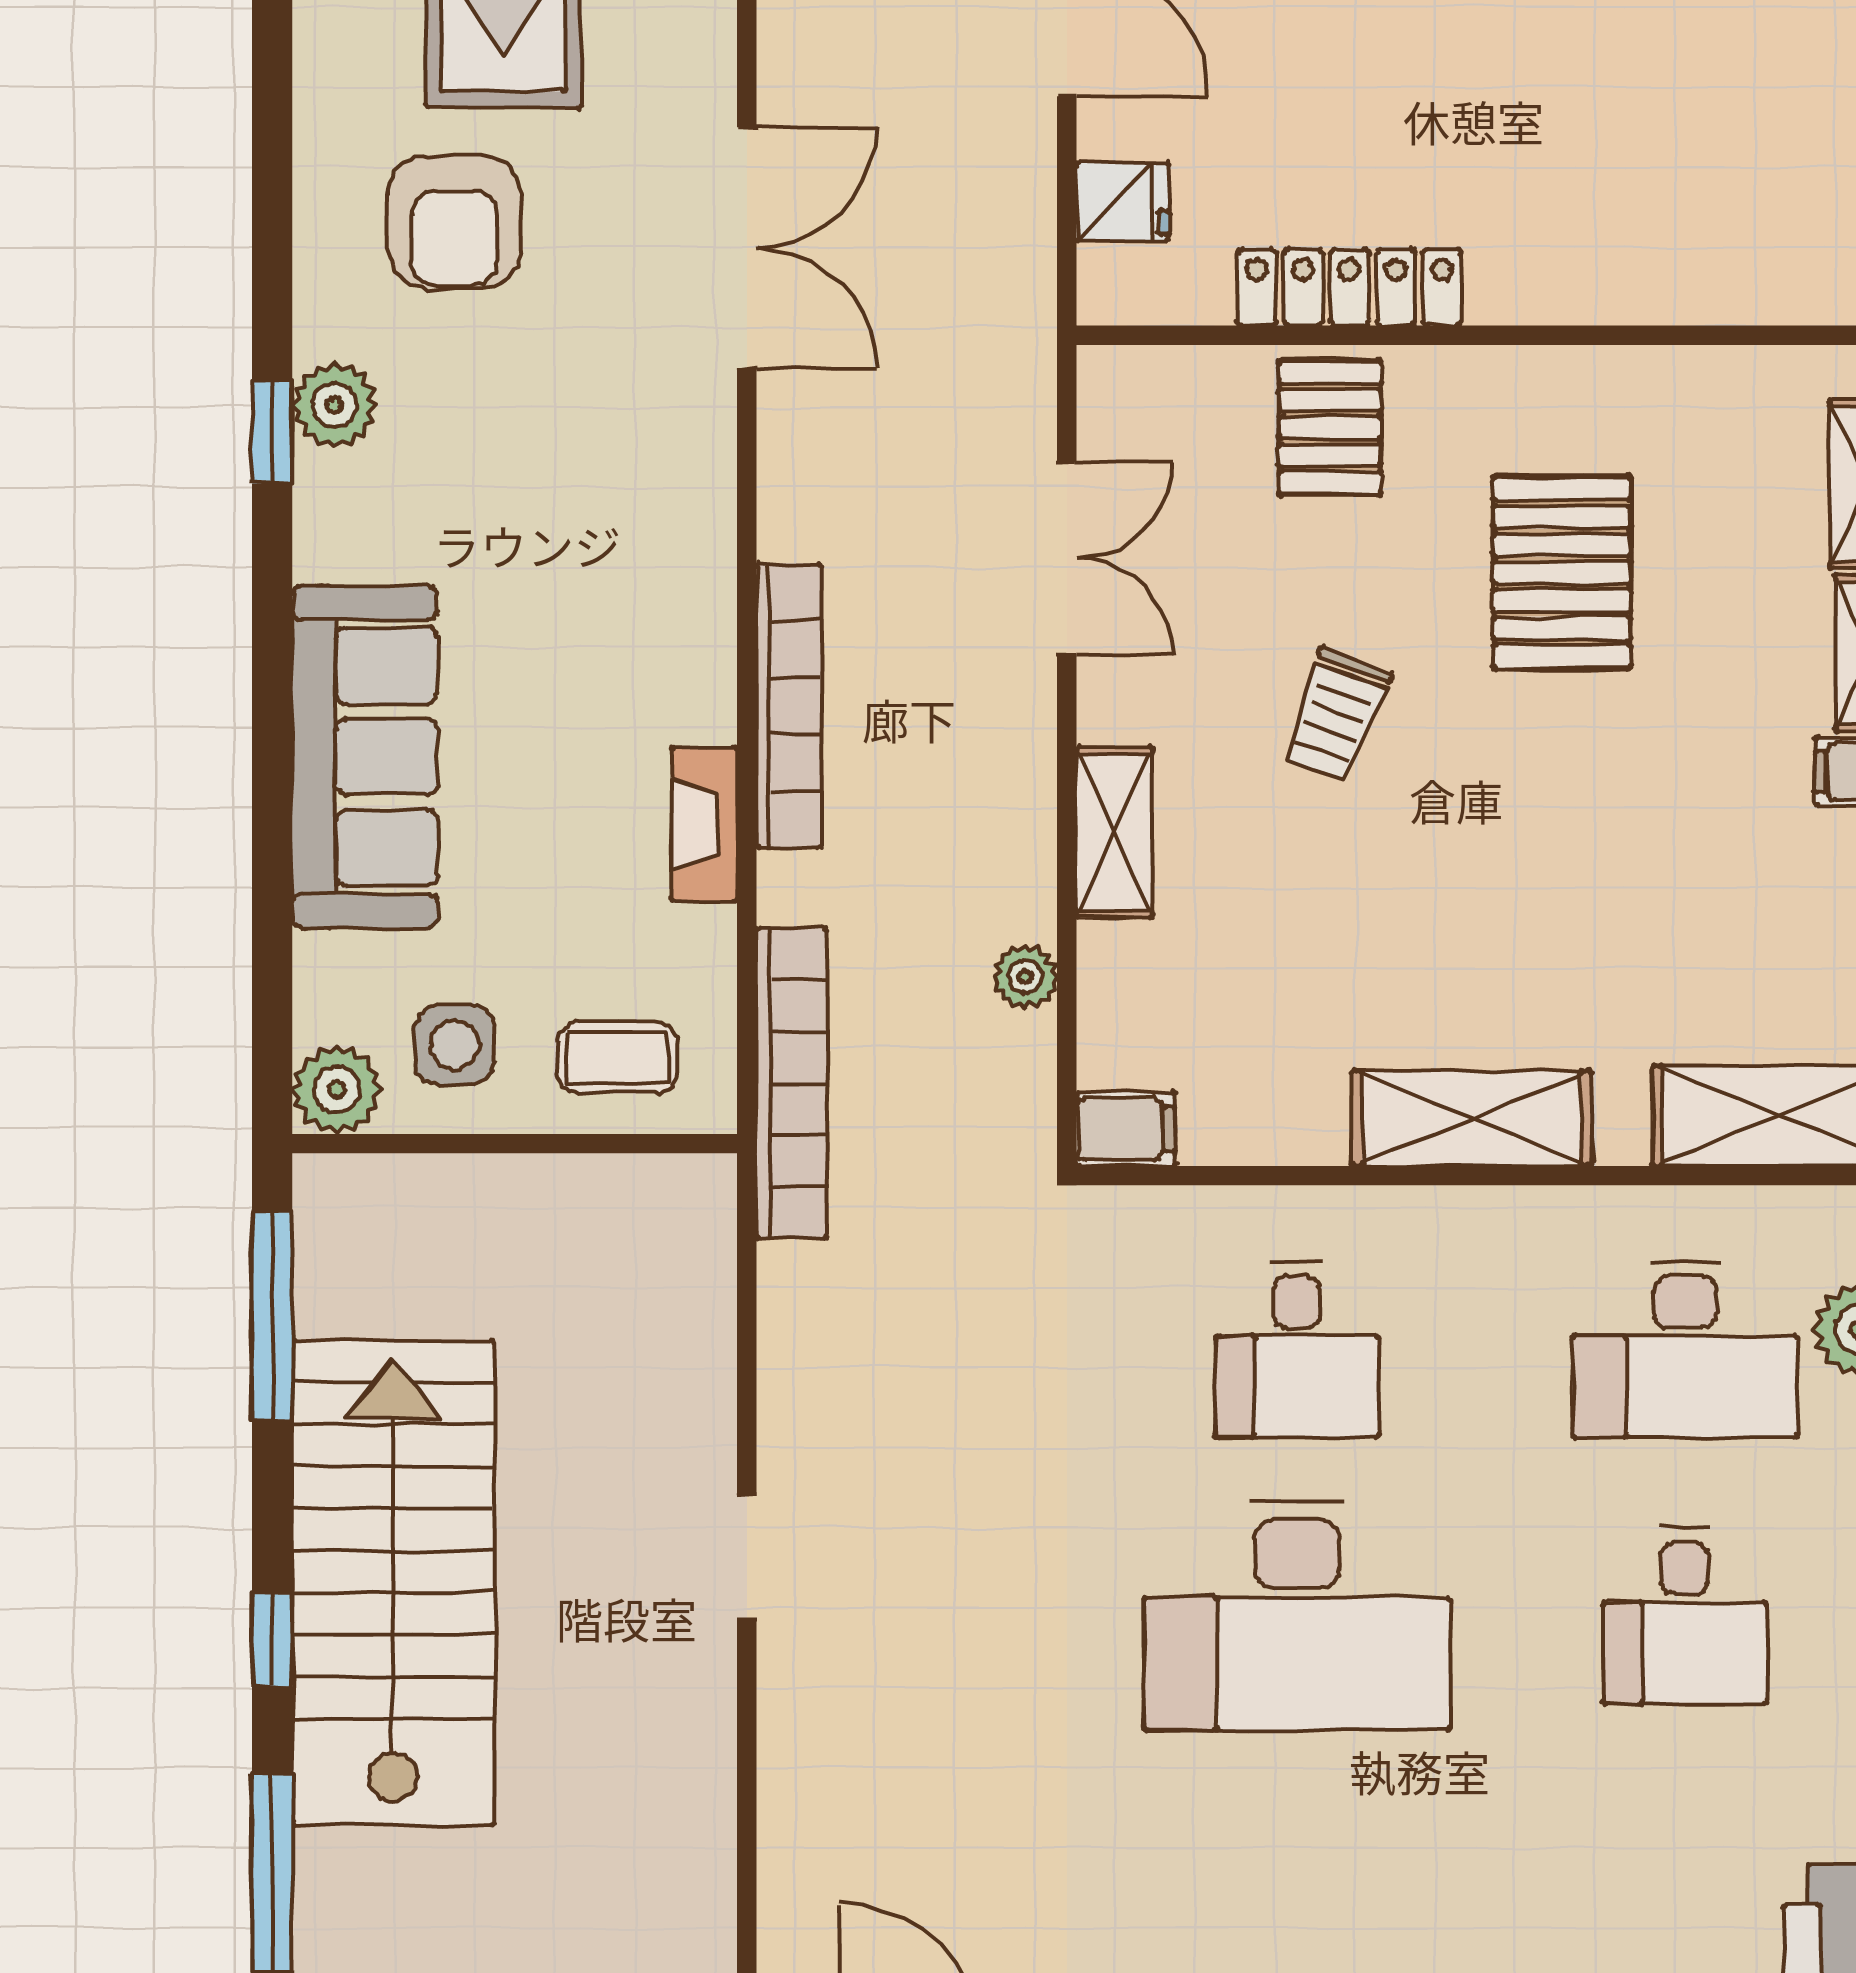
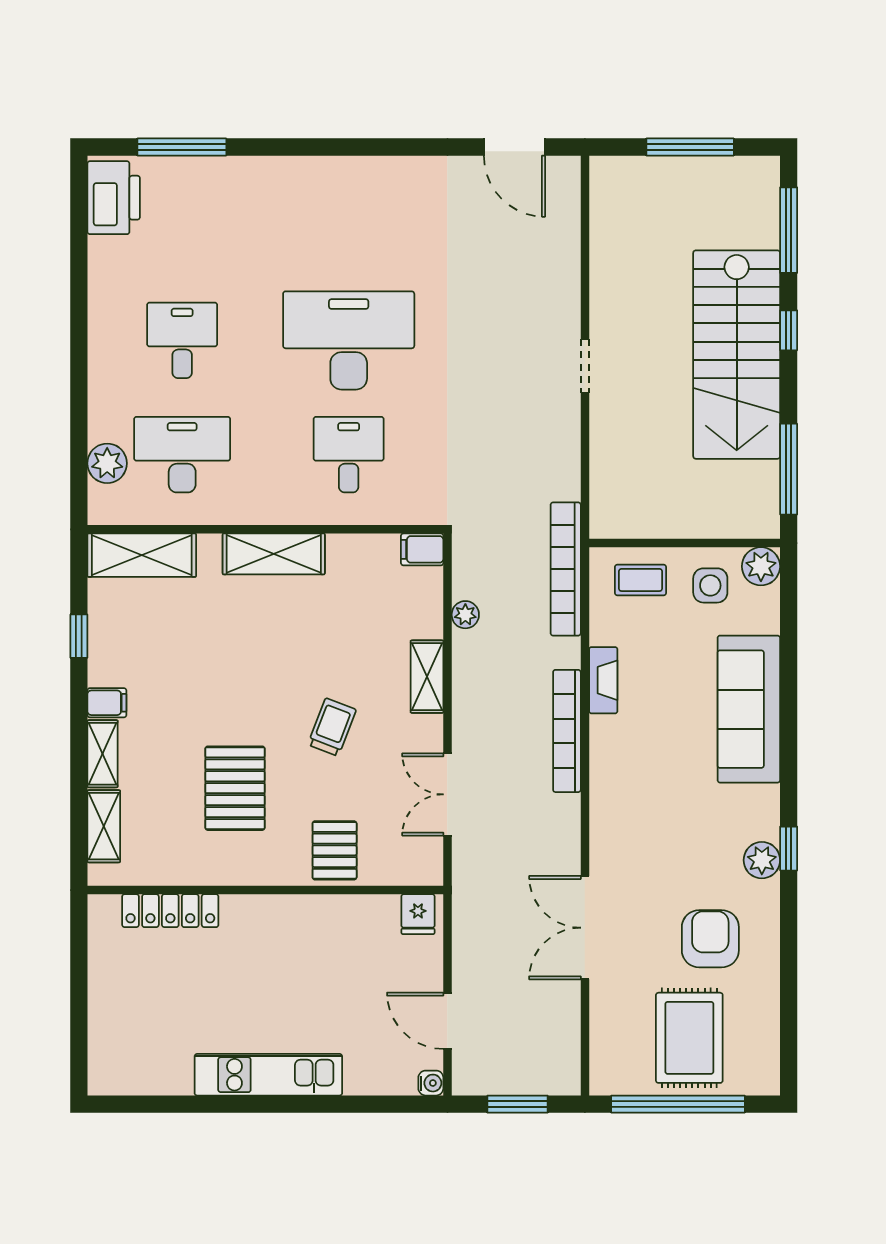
fridge: (1123, 202) -> (418, 914), moved, turned -90
locker: (1349, 287) -> (170, 911), moved

